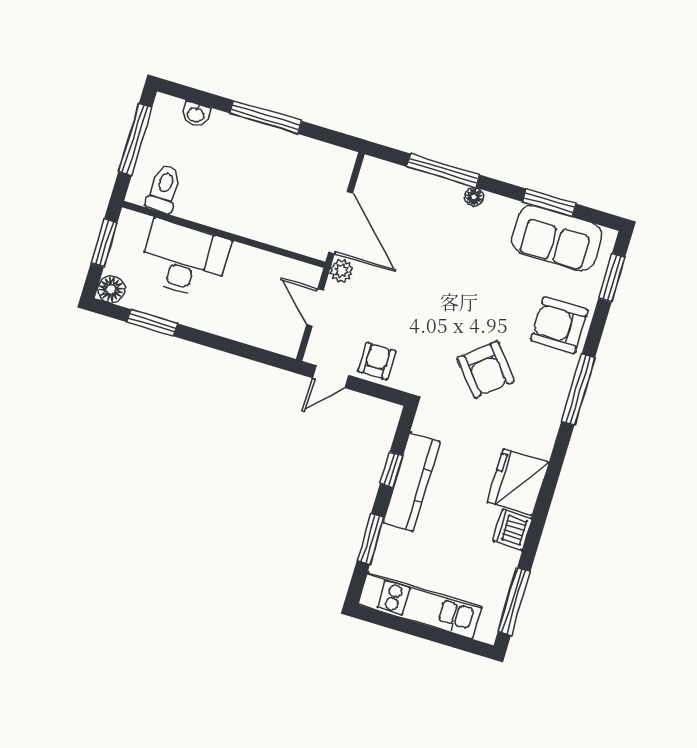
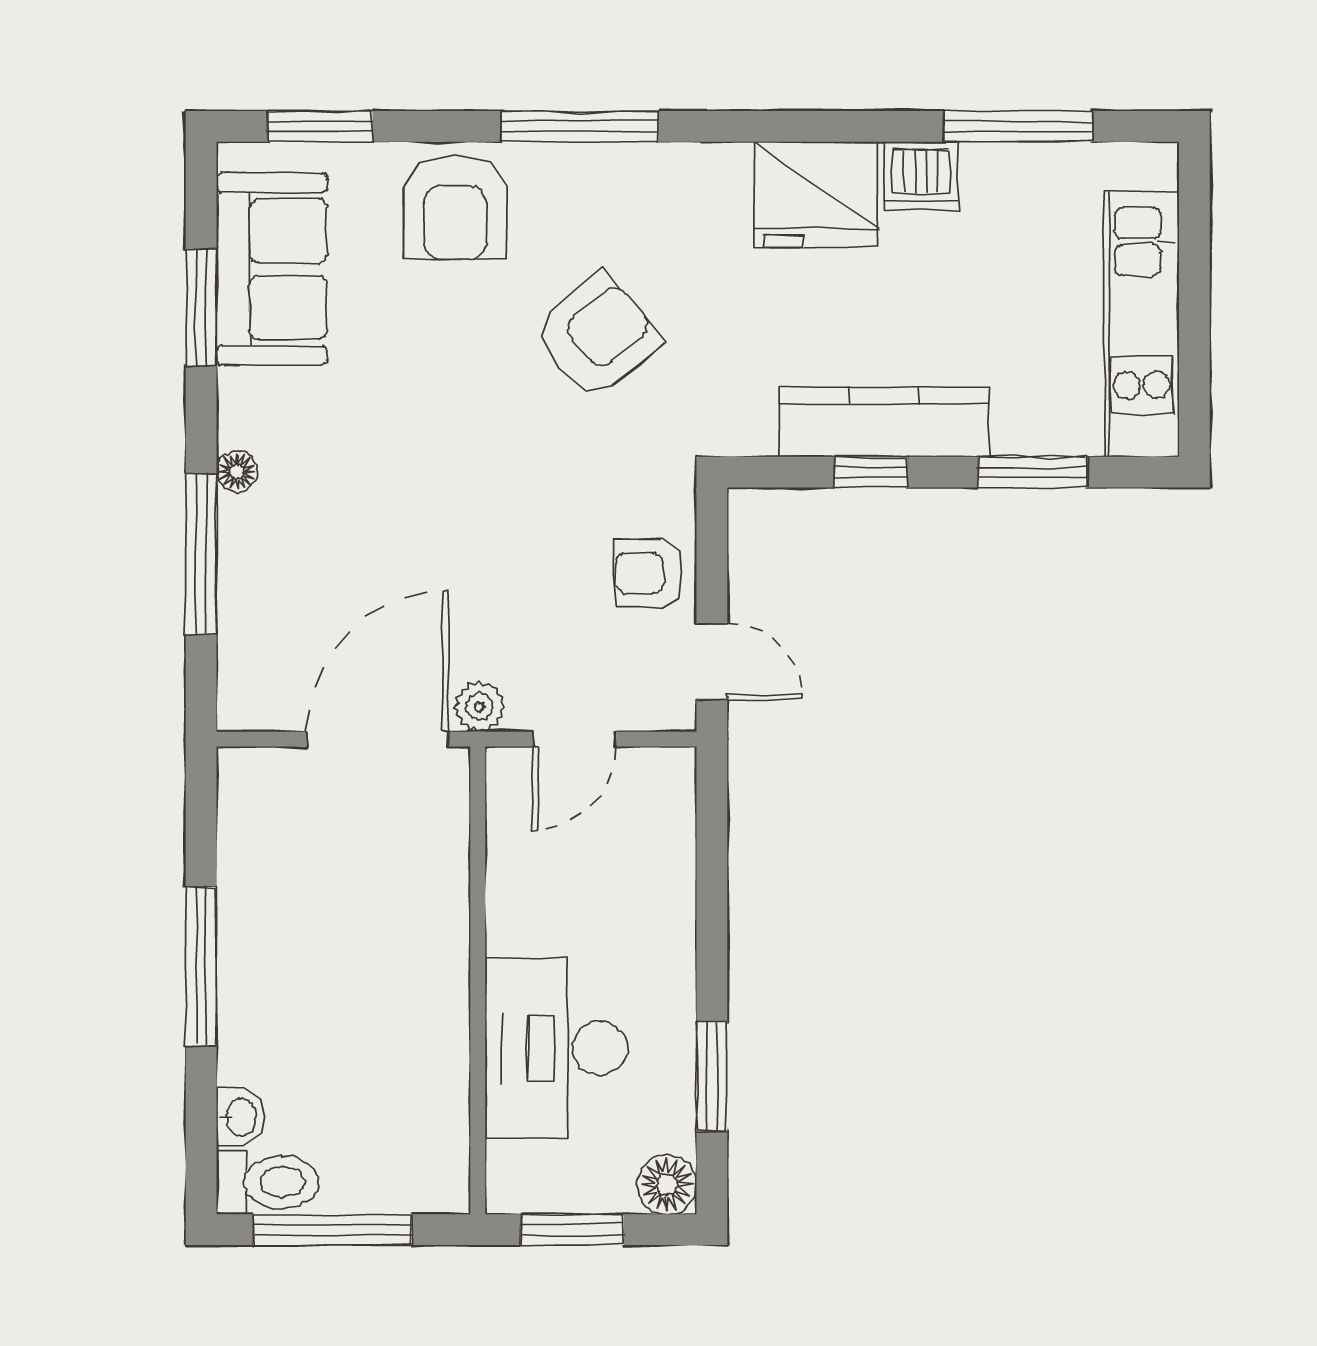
toilet: (164, 189) -> (268, 1182), moved, turned 180
window: (514, 601) -> (1018, 126), moved

